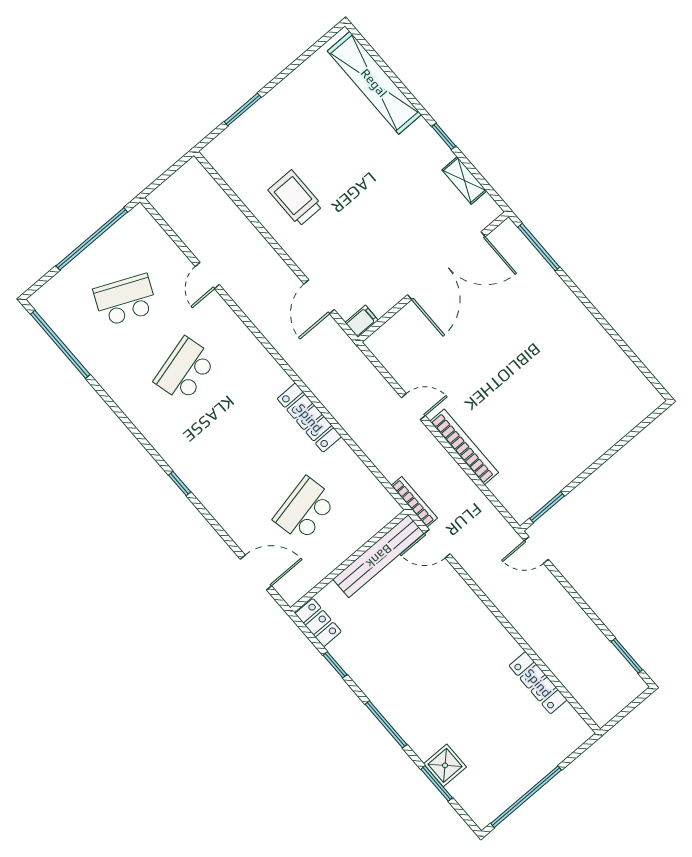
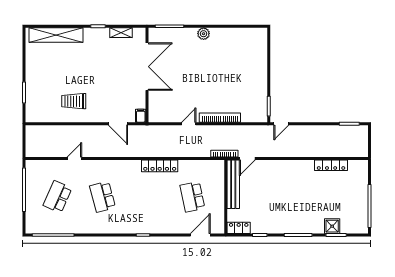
door: (207, 275) -> (74, 158), swing flipped
plant: (573, 310) -> (204, 34), added

